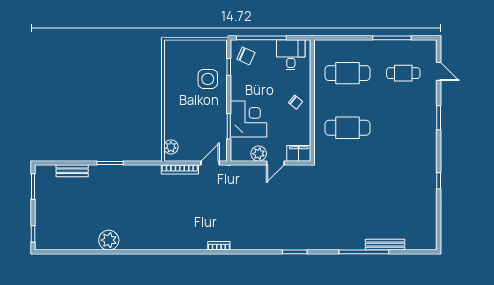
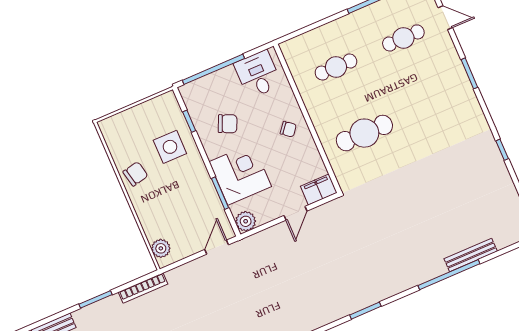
chair: (246, 56) -> (228, 124), moved
cafe table: (348, 73) -> (336, 67), width x0.73, depth x0.74
chair: (176, 87) -> (135, 174), added
plant: (259, 154) -> (246, 221), moved
bookcase: (180, 169) -> (143, 288), moved

